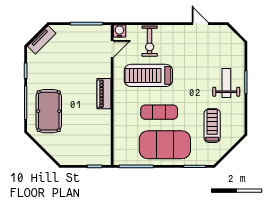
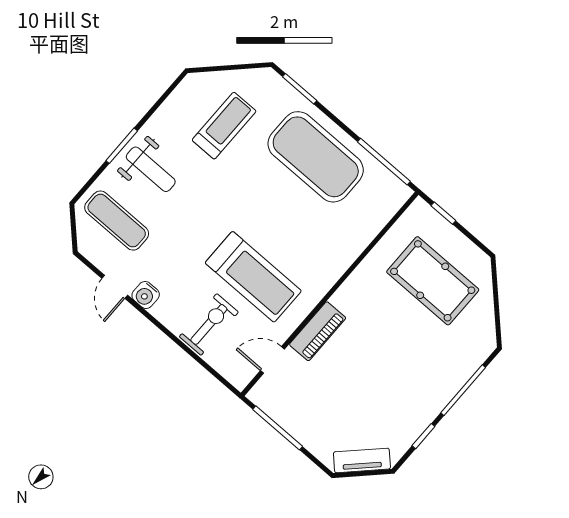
water cooler: (119, 31) -> (146, 295), moved
weight bench: (226, 83) -> (151, 169), turned -90
piano: (104, 94) -> (318, 331), moved
pool table: (49, 111) -> (433, 281), moved, turned 90
exercise mat: (159, 112) -> (117, 221), moved
treadmill: (212, 126) -> (224, 126), turned 180

